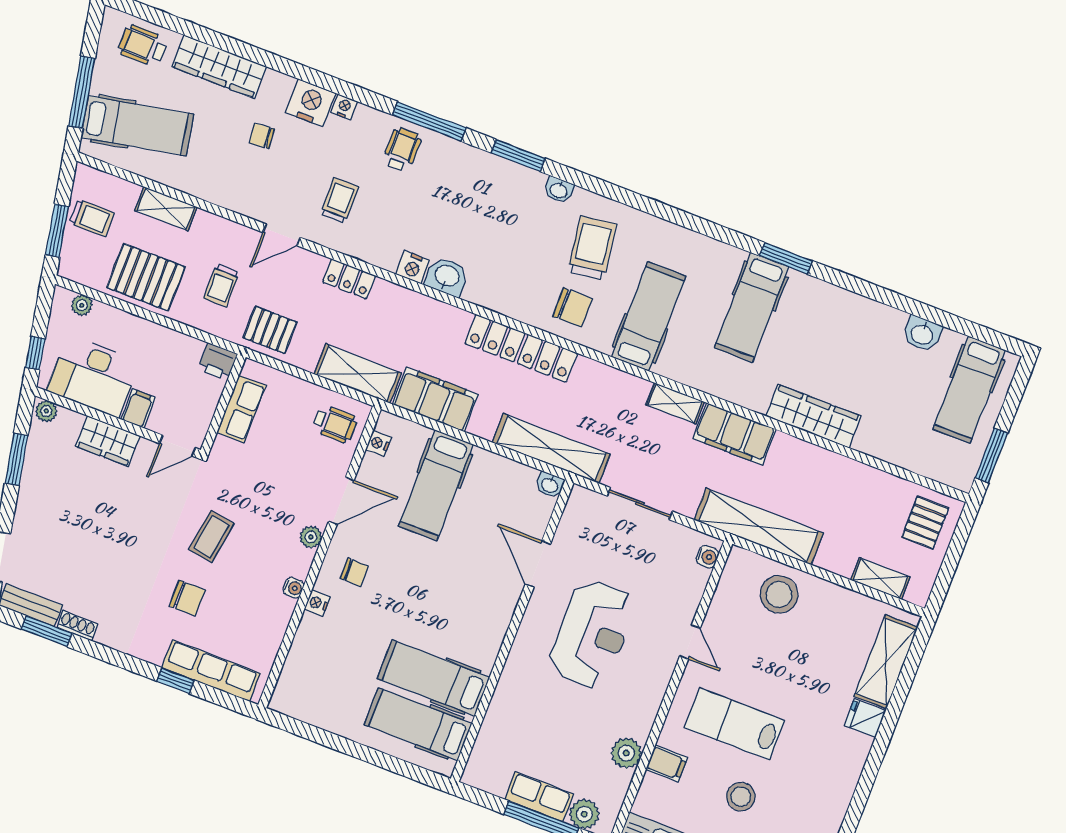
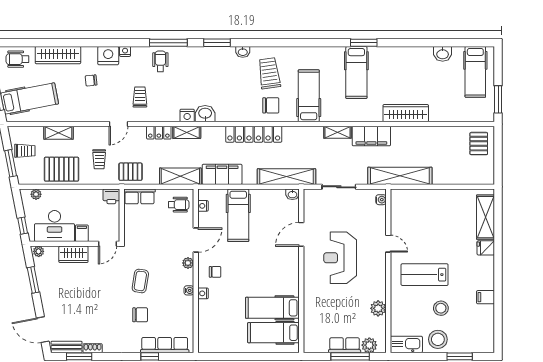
row of seats: (241, 409) -> (140, 196), moved, turned 90
door: (538, 564) -> (301, 234), hinge flipped
shelving: (880, 578) -> (187, 132), moved
stool: (779, 594) -> (422, 205), removed
reception desk: (592, 634) -> (340, 258), turned 180
filing cabinet: (667, 763) -> (486, 297), moved, turned 180

